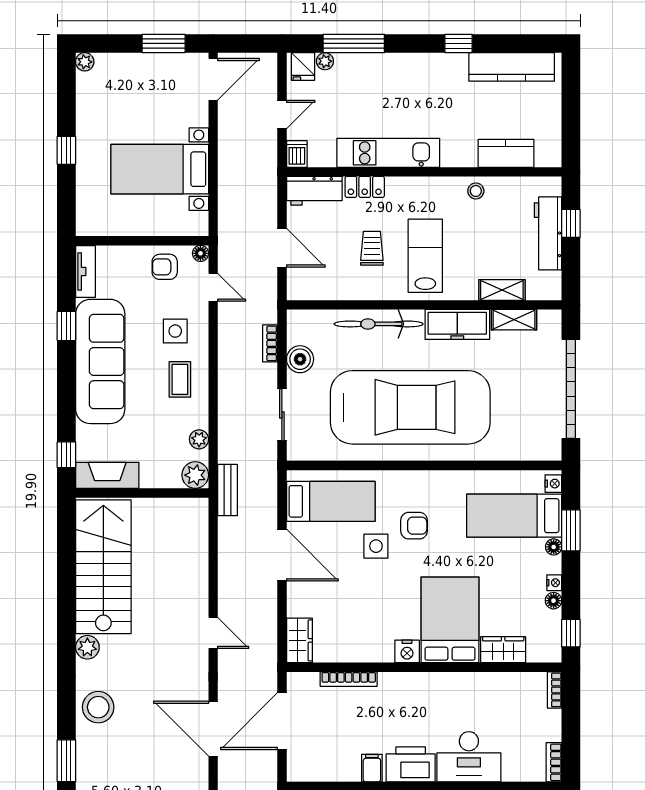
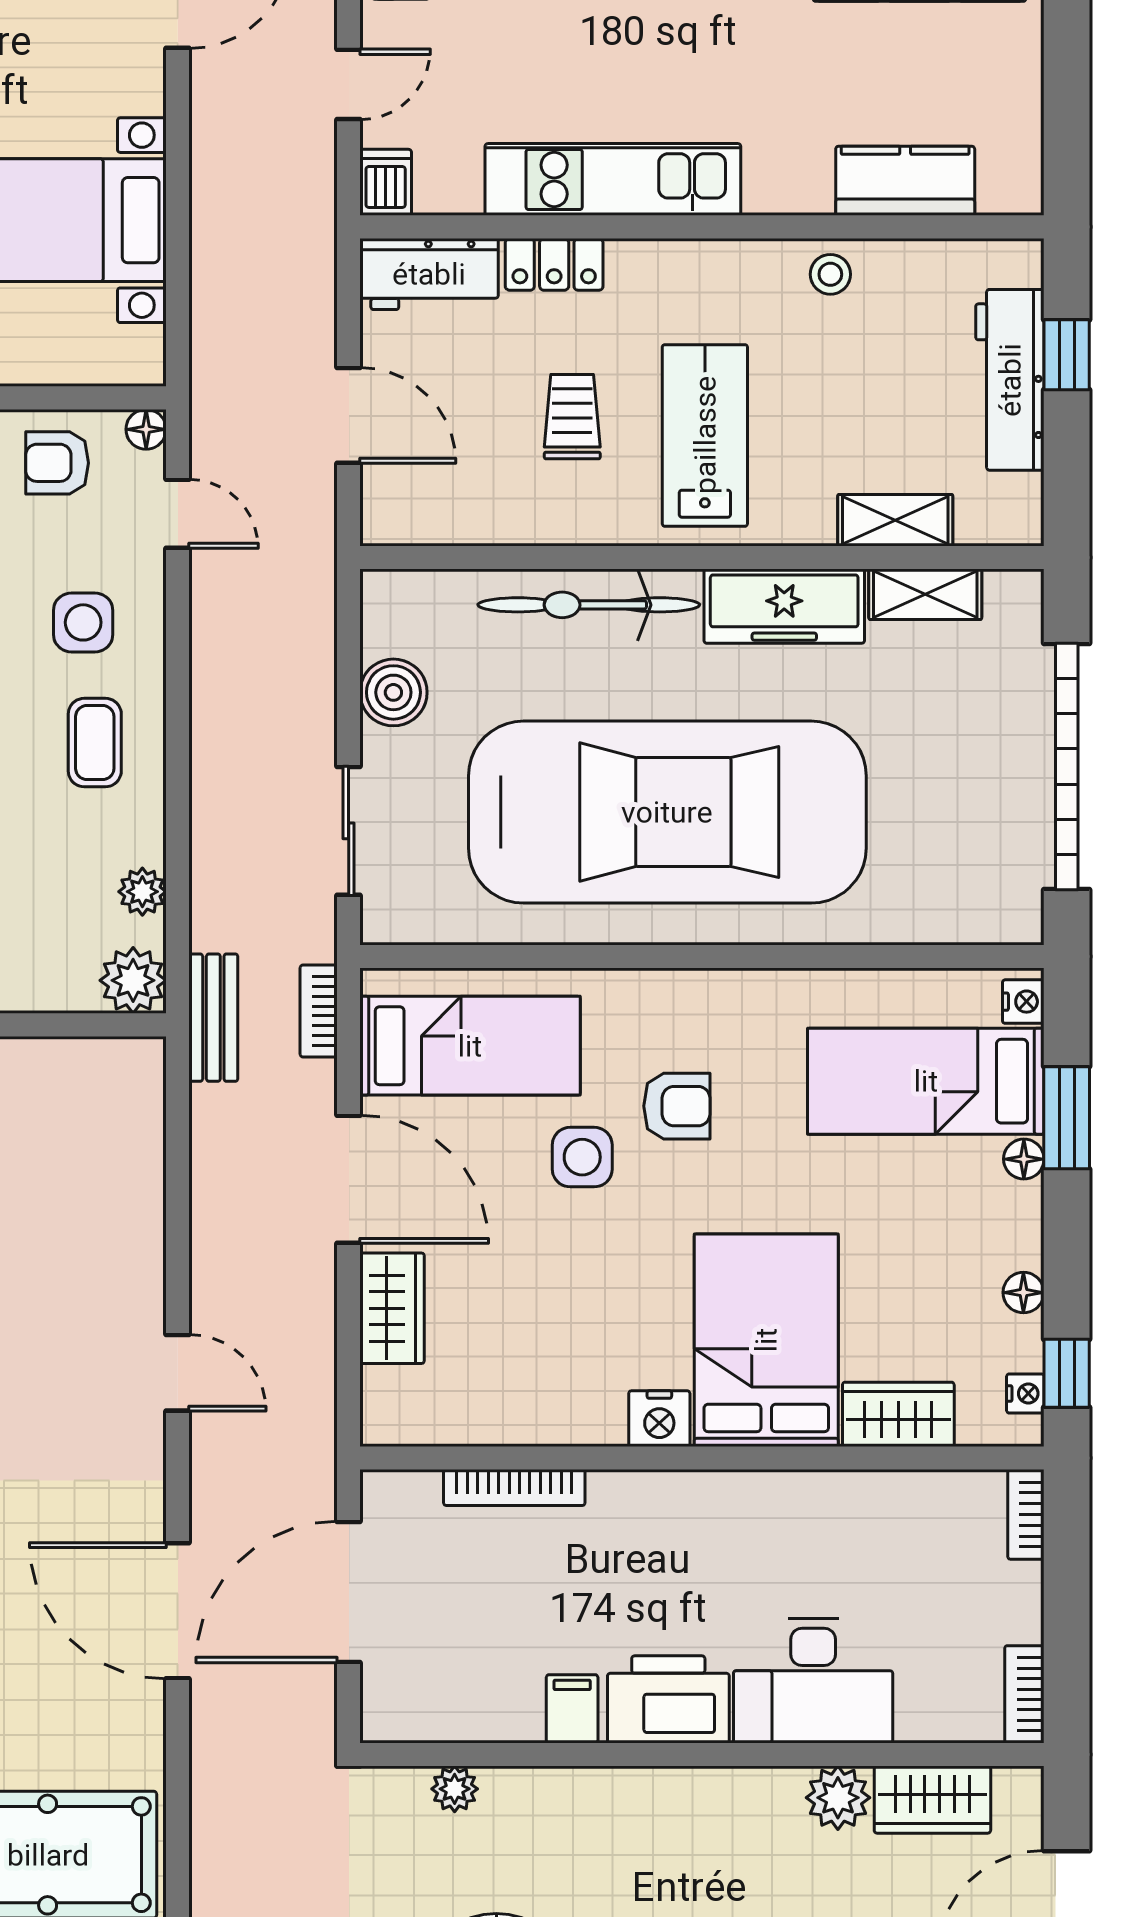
bookcase: (270, 343) -> (319, 1011), moved
nightstand: (554, 583) -> (1025, 1393), moved
wardrobe: (299, 640) -> (392, 1308), moved

